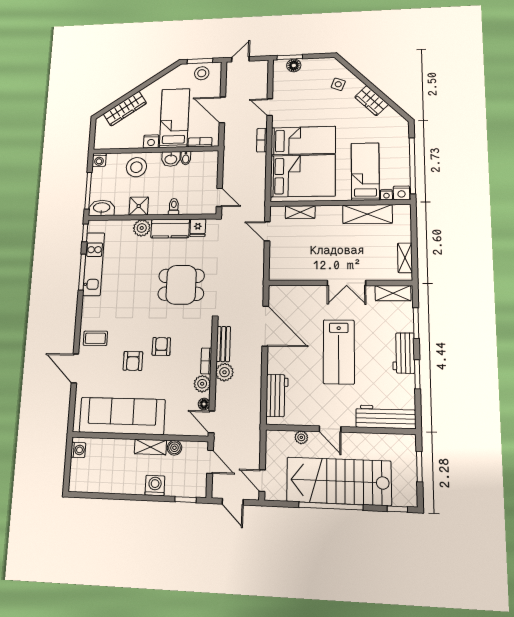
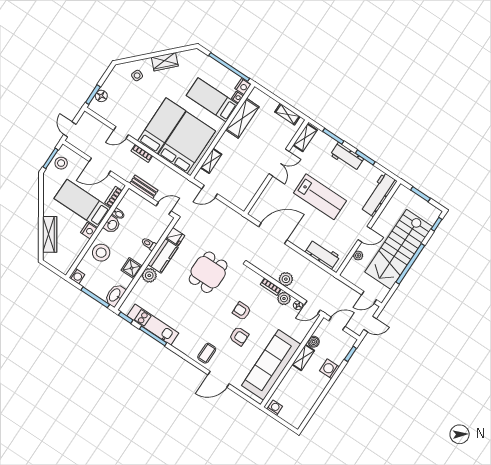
bench: (223, 344) -> (144, 187), moved

